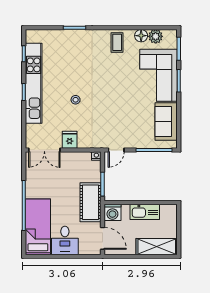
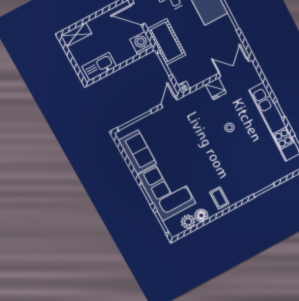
kitchen sink: (145, 212) -> (99, 66), moved
shelving: (157, 247) -> (76, 35), width x0.67, depth x0.75

